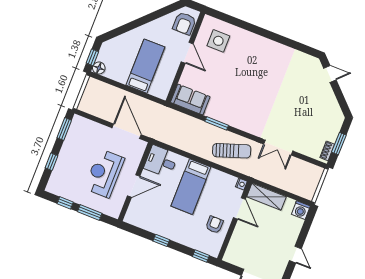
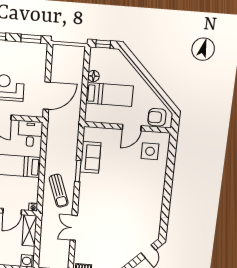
floor lamp: (99, 68) -> (93, 76), moved
sofa: (190, 100) -> (91, 157), moved

